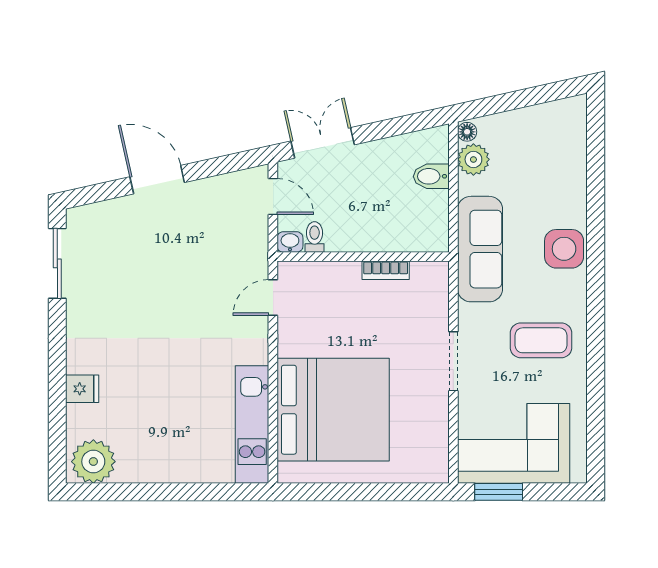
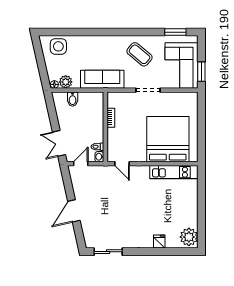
side table: (564, 249) -> (58, 46), moved
coffee table: (541, 340) -> (139, 54), turned -50
window: (596, 428) -> (175, 32), added

